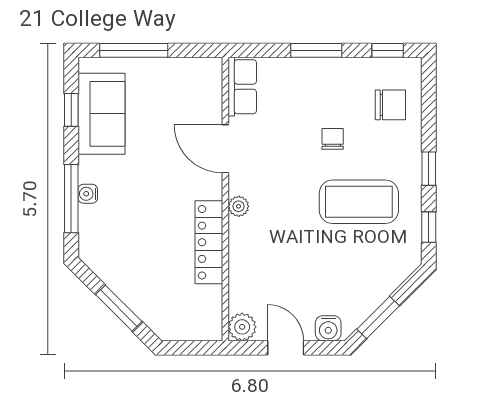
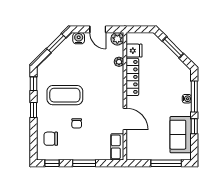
window: (71, 110) -> (194, 126), moved
plant: (239, 206) -> (119, 62), moved
fridge: (205, 301) -> (134, 51), added

